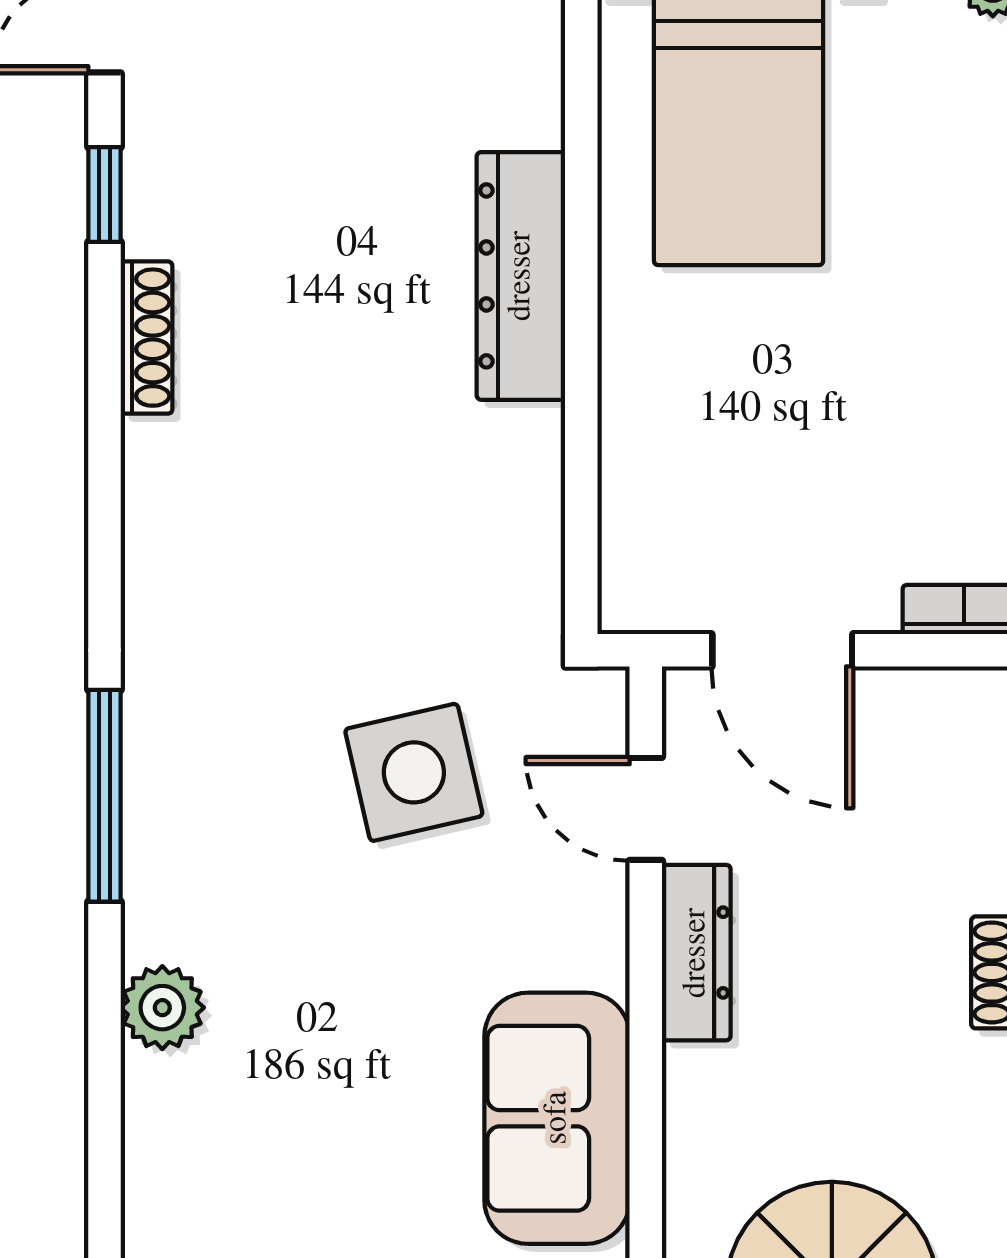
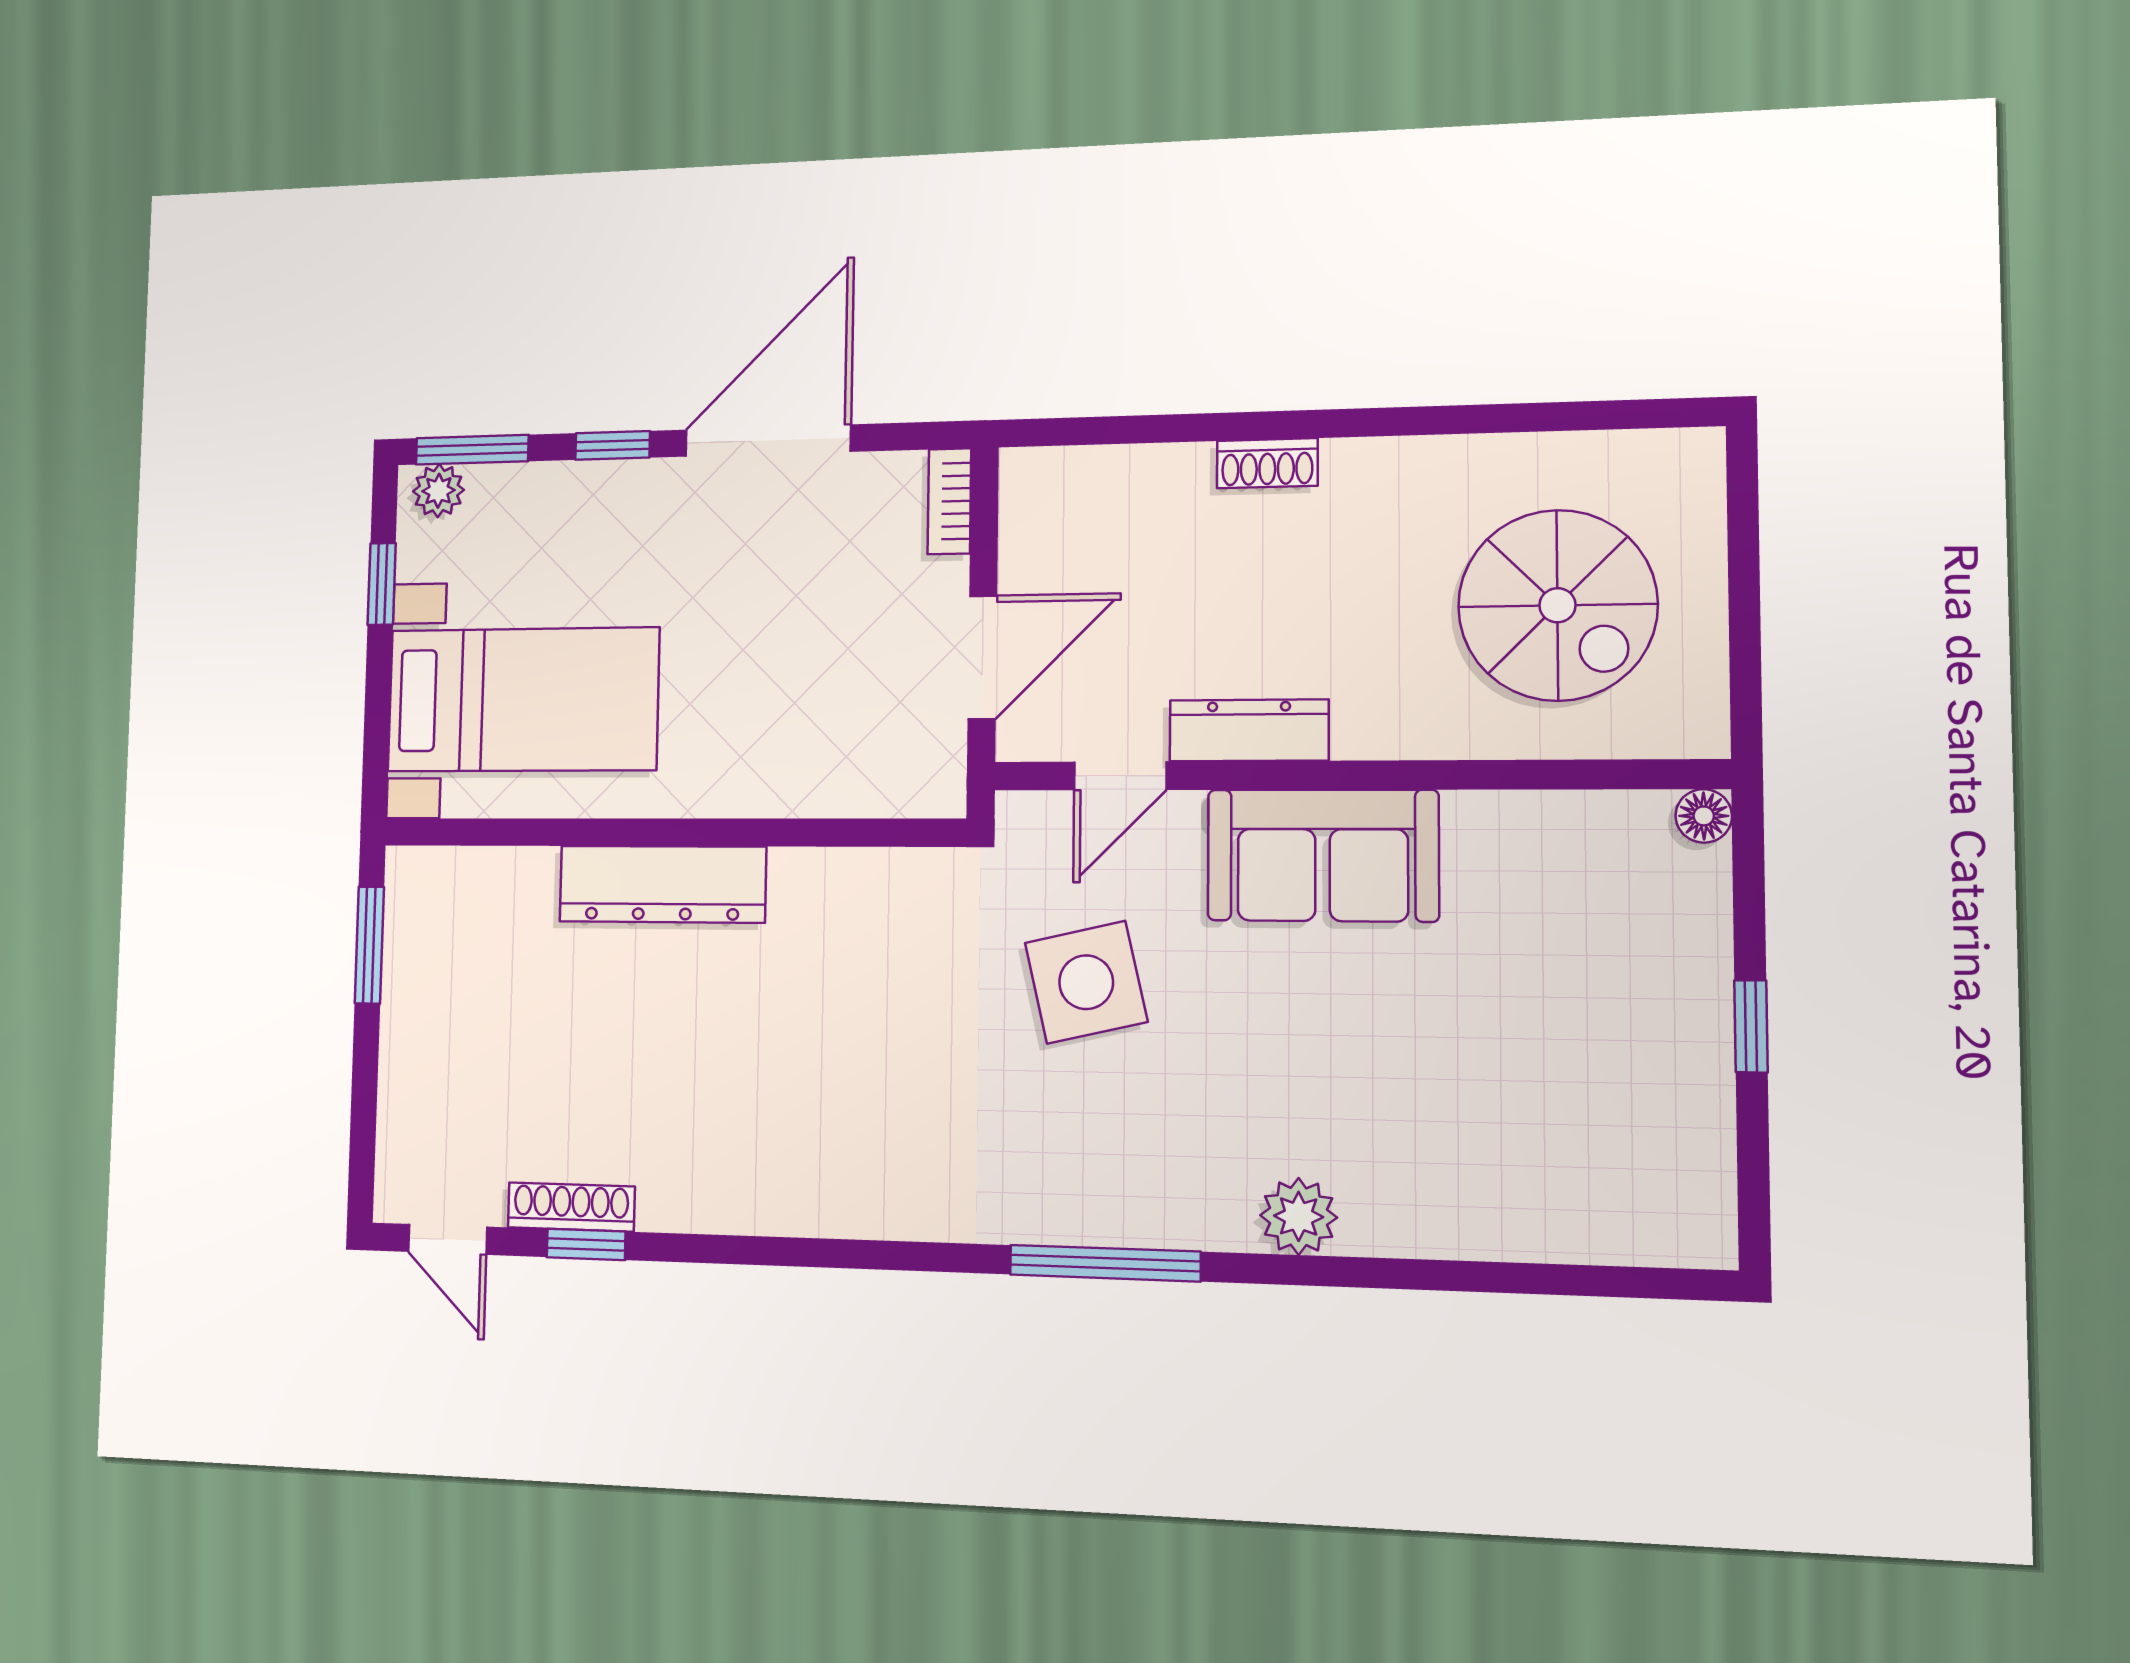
shoe rack: (147, 338) -> (571, 1207), moved
sofa: (557, 1118) -> (1323, 855), moved

